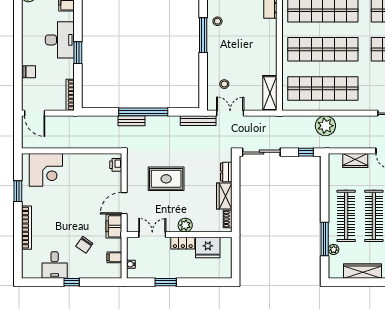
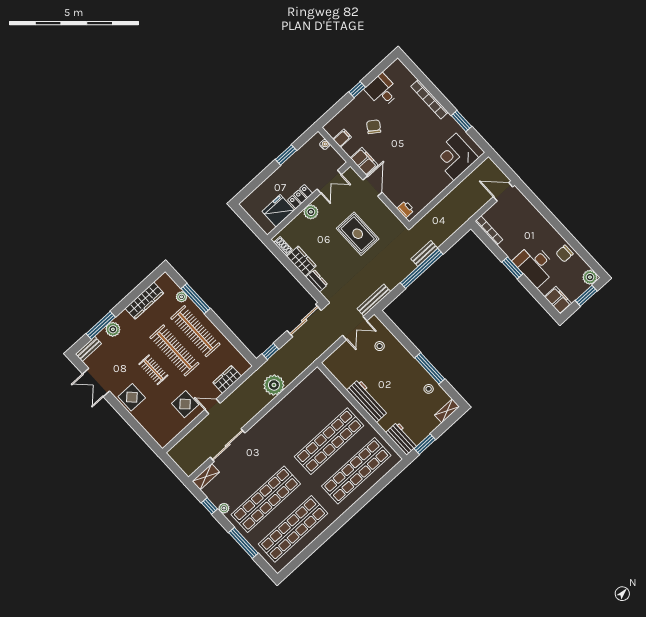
workbench: (269, 53) -> (368, 401), added
chair: (29, 72) -> (565, 254), moved
shop shelf: (323, 88) -> (302, 411), removed
shelving: (270, 93) -> (339, 371), removed
rug: (166, 179) -> (358, 234), turned 90

